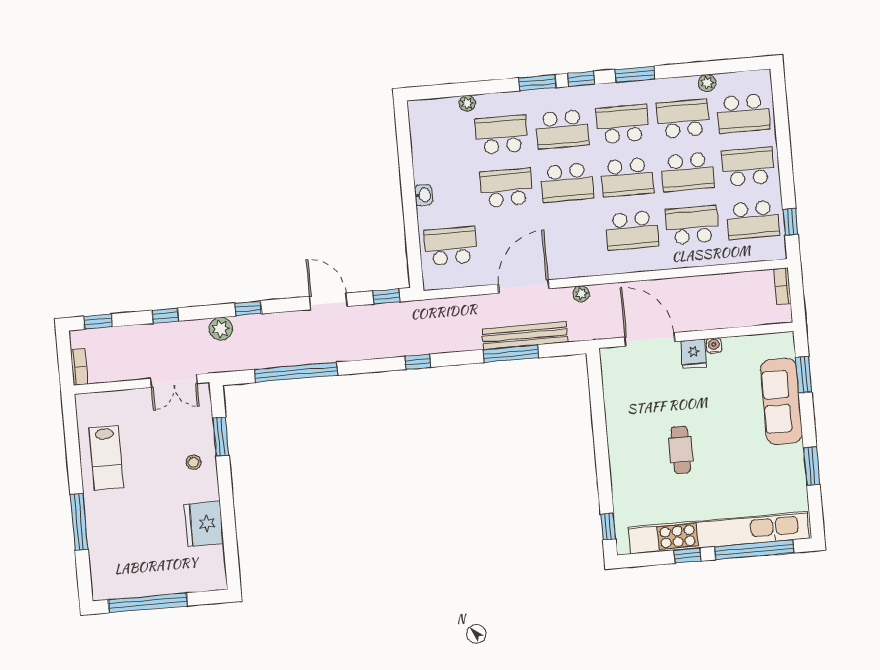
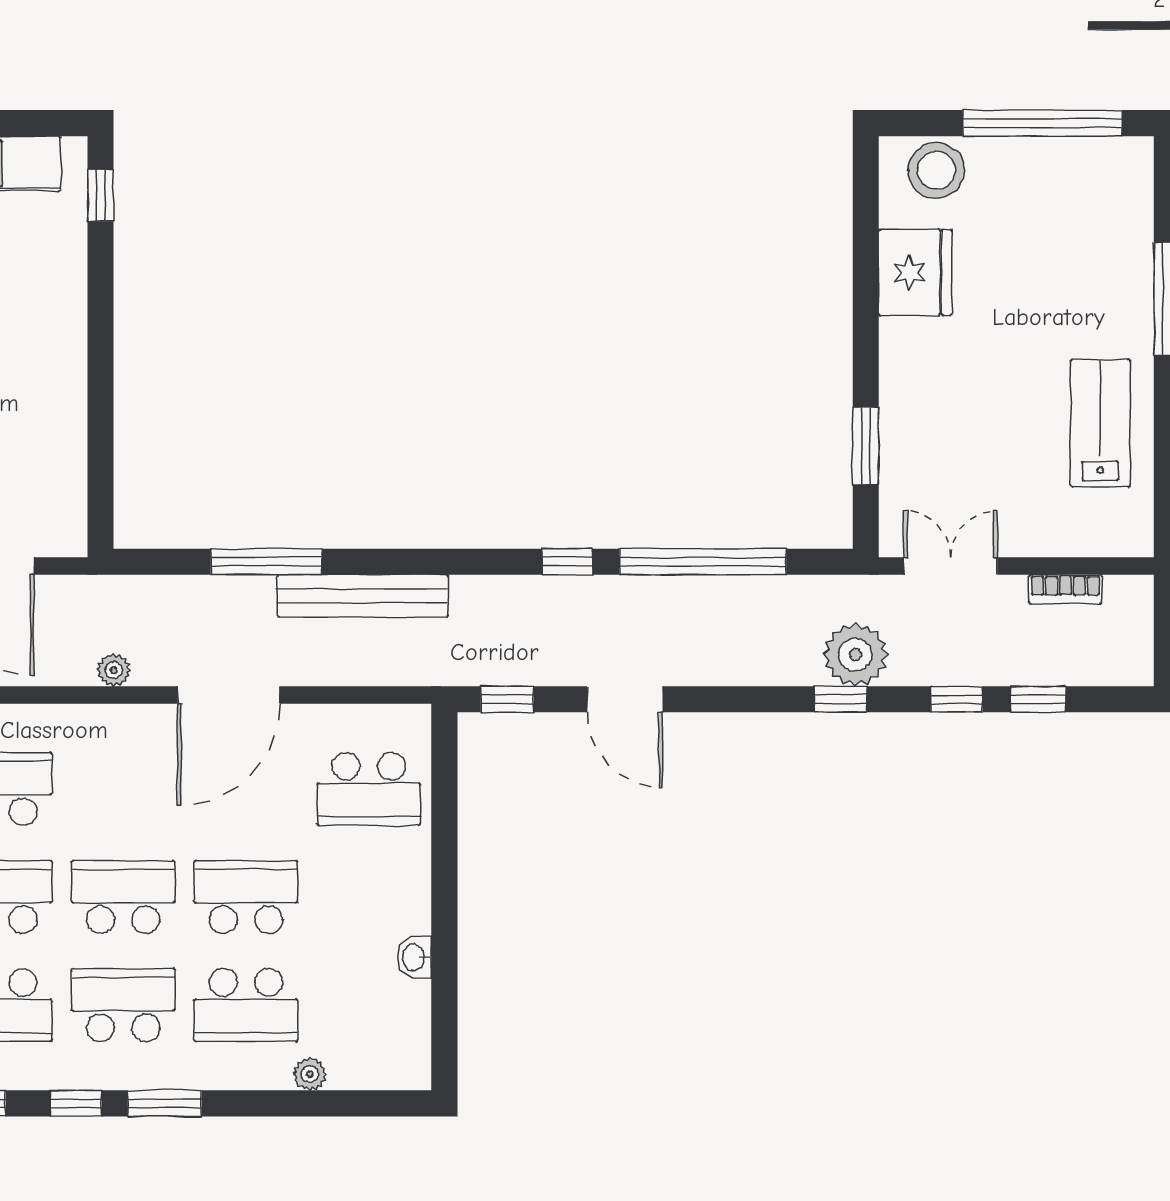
school desk: (506, 188) -> (246, 897), turned 180
washbasin: (423, 195) -> (414, 957), moved
window: (248, 308) -> (841, 699), moved
window: (98, 322) -> (1038, 699), moved
plant: (221, 329) -> (855, 655), width x1.36, depth x1.36
bench: (525, 335) -> (363, 596), moved
window: (418, 362) -> (567, 562), moved
bookcase: (79, 367) -> (1065, 589), moved, turned -90
stool: (194, 462) -> (936, 170), moved, width x1.89, depth x1.89

